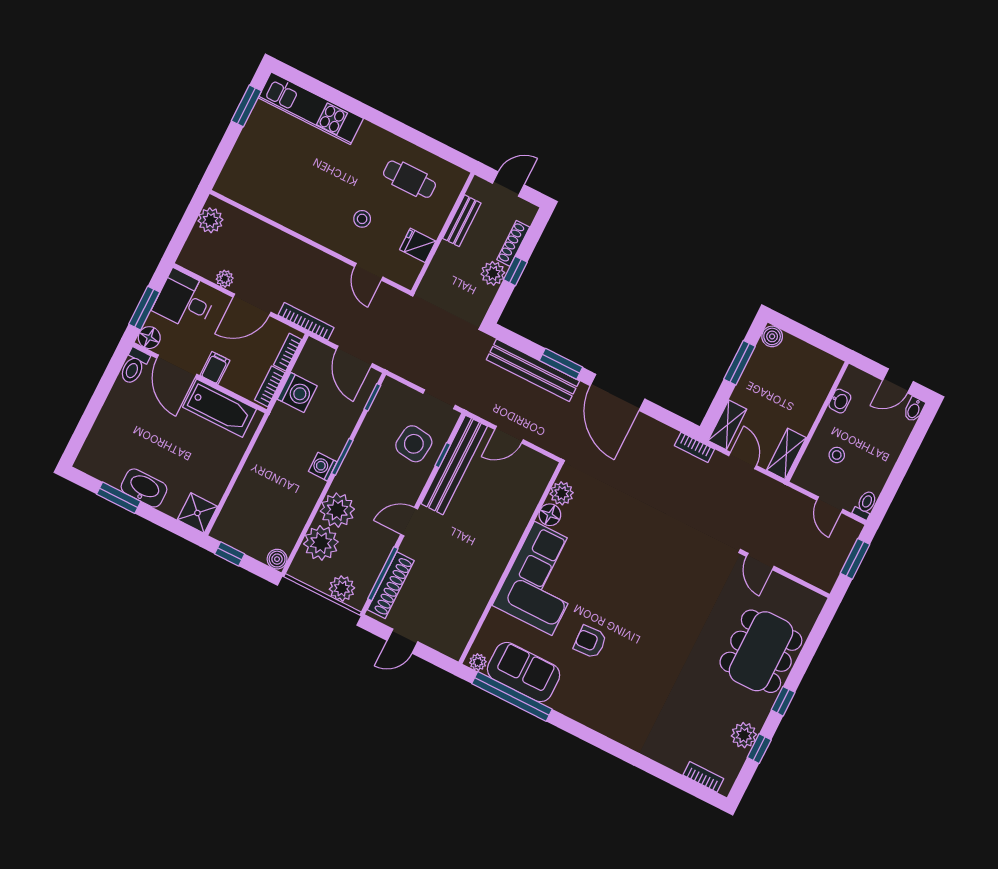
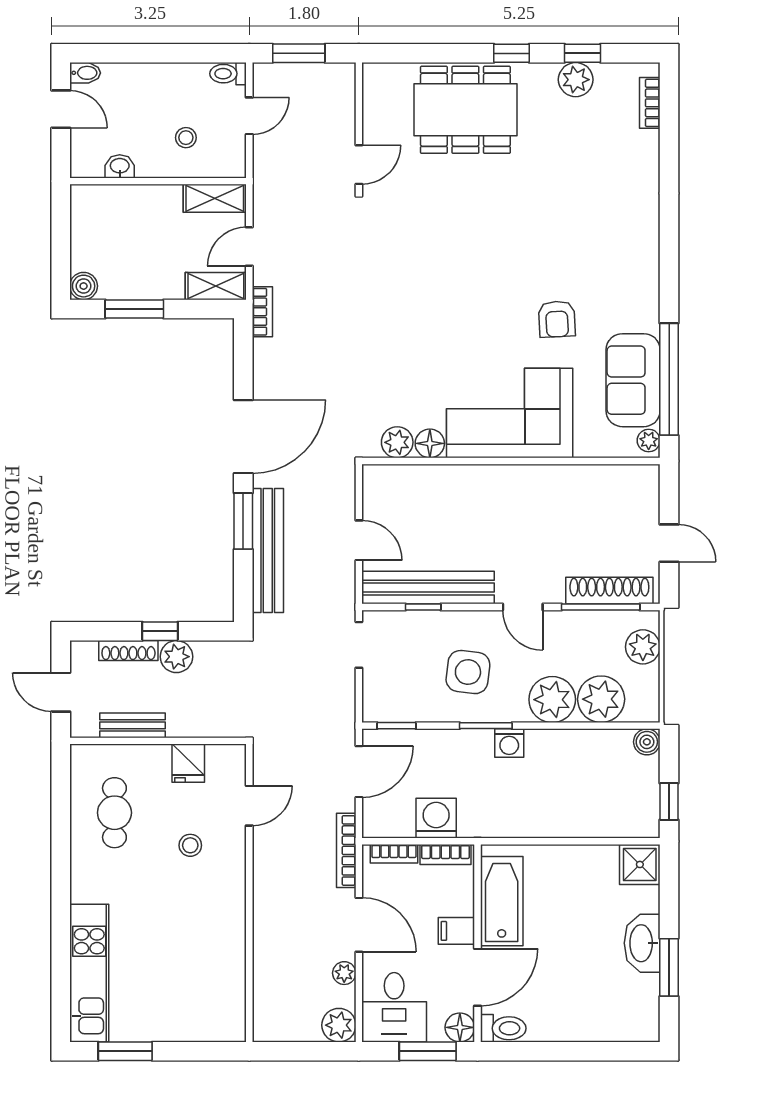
plant: (210, 220) -> (339, 1025), moved
side table: (414, 444) -> (468, 672), moved

